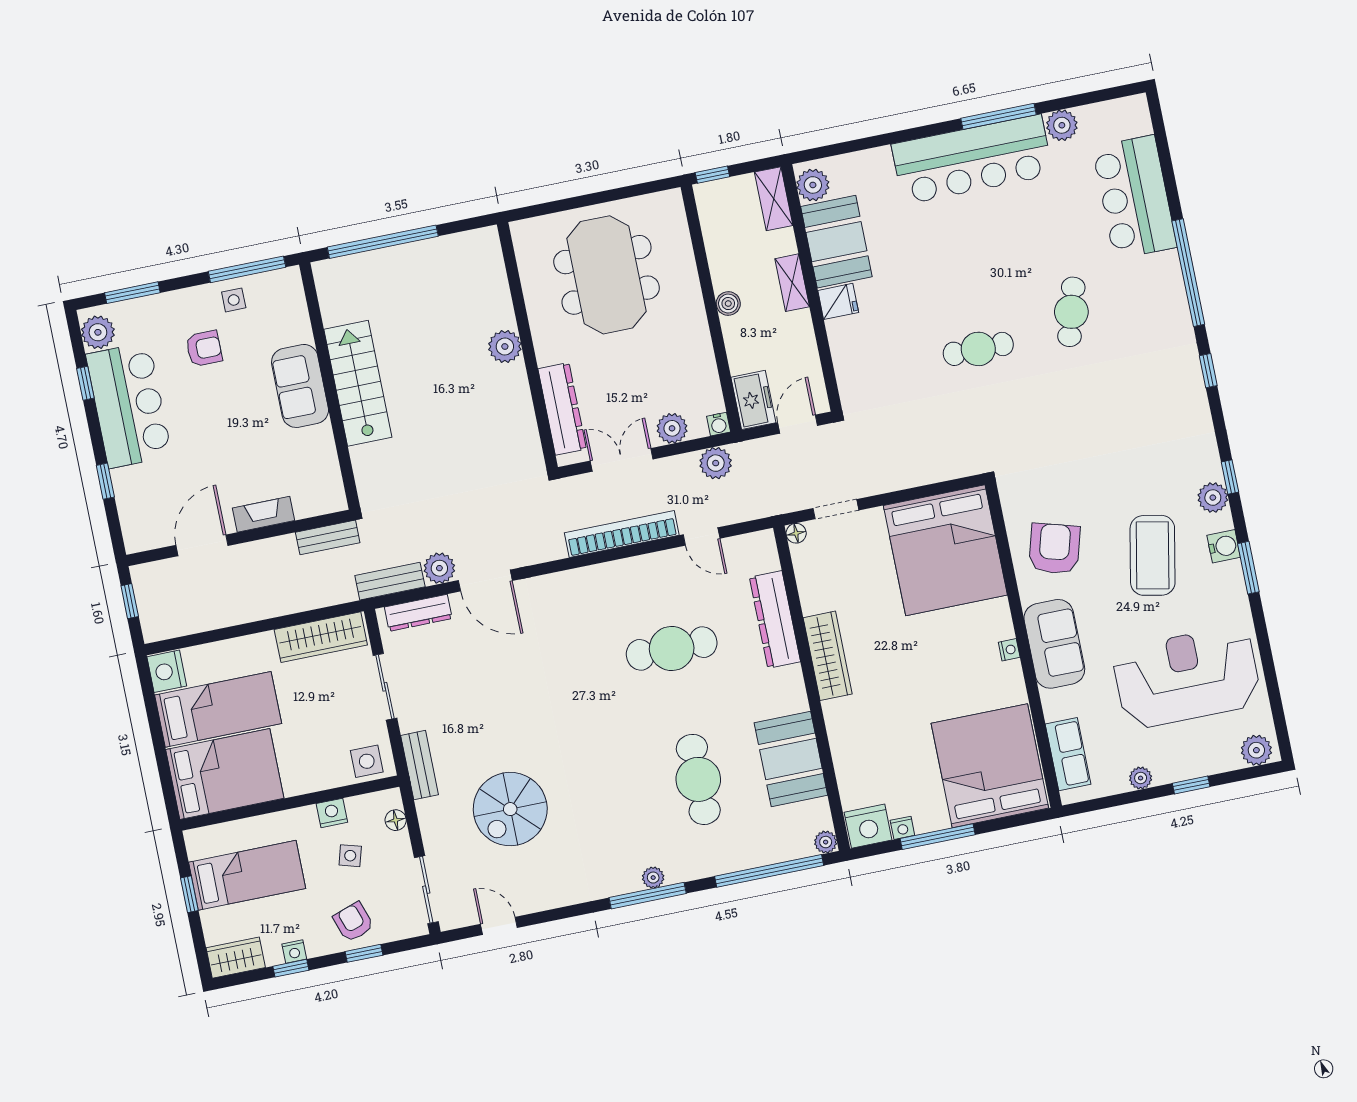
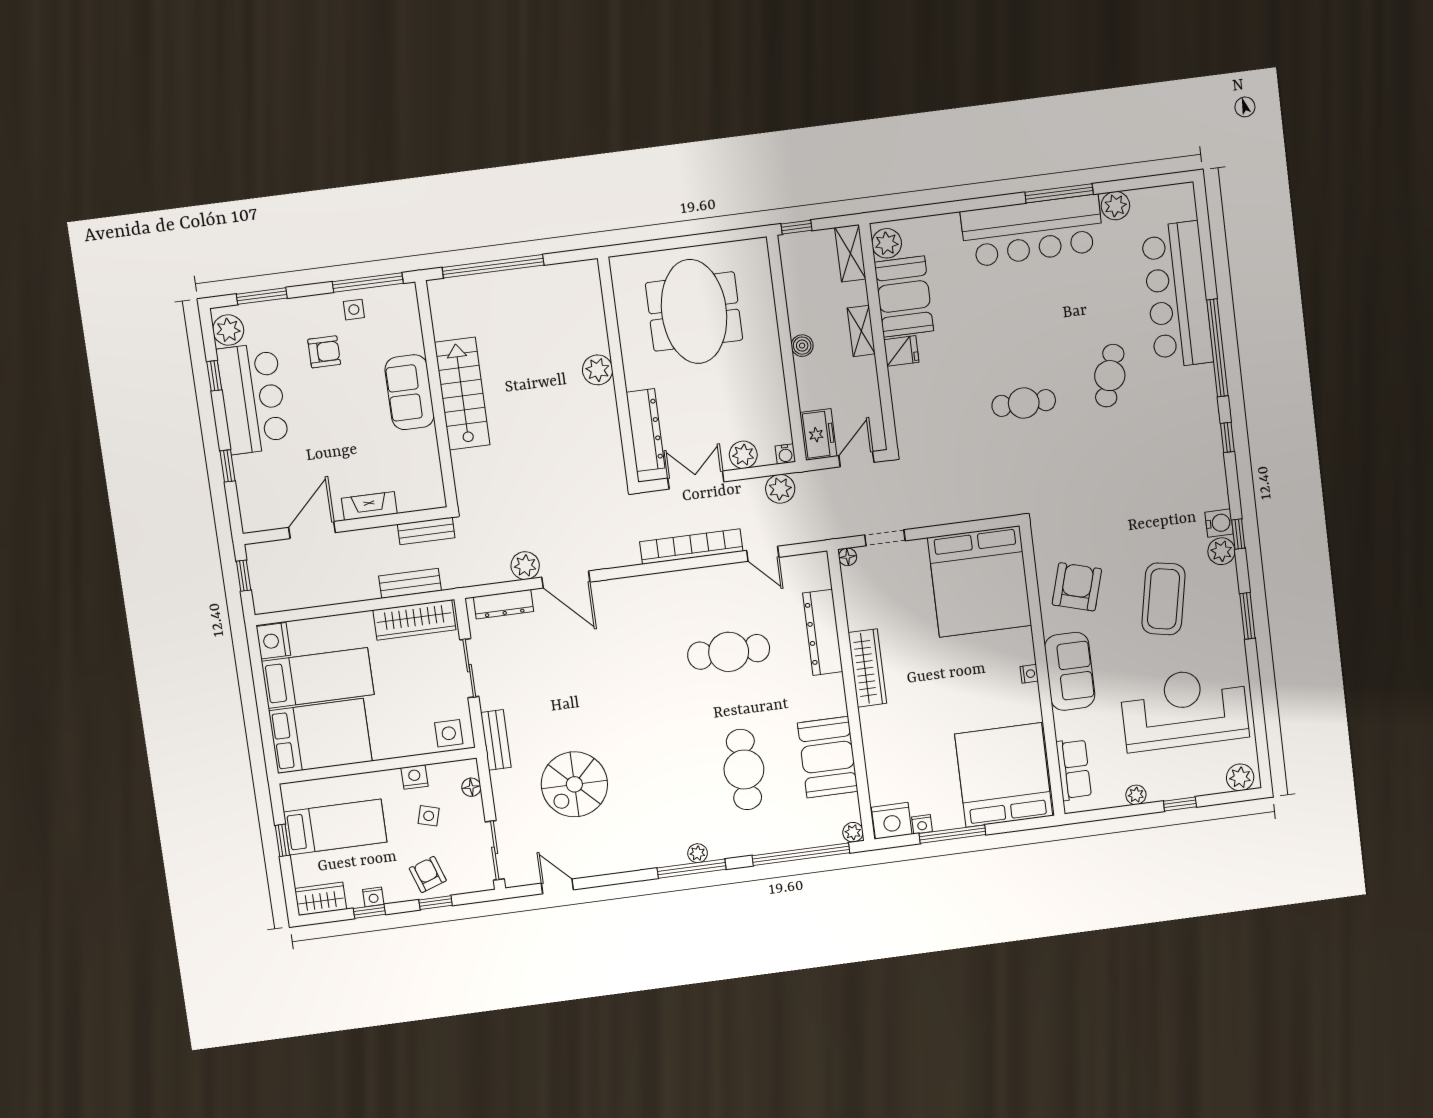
bar counter: (1134, 197) -> (1177, 295), width x1.36
water cooler: (1224, 546) -> (1219, 523), moved
bench: (390, 581) -> (410, 583), moved

